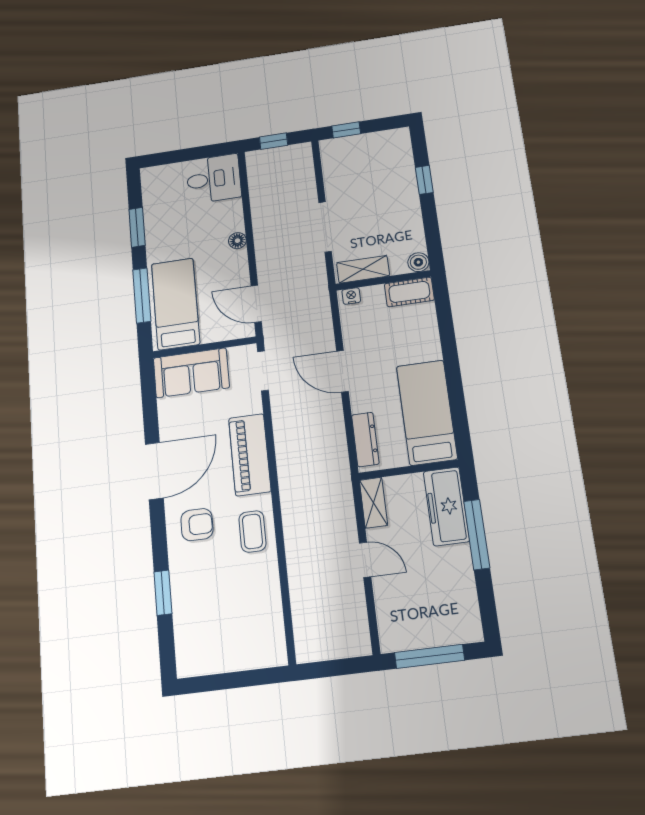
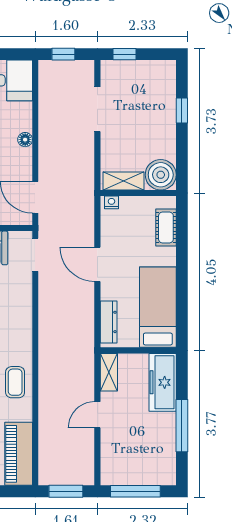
doorway: (325, 227) -> (97, 109), moved
boiler: (418, 262) -> (161, 175), width x1.86, depth x1.86
cot: (409, 292) -> (166, 228), moved, turned 90
piano: (250, 455) -> (19, 454), moved
window: (477, 534) -> (182, 426), moved
door: (365, 560) -> (97, 415), swing flipped
window: (335, 668) -> (66, 491), added

